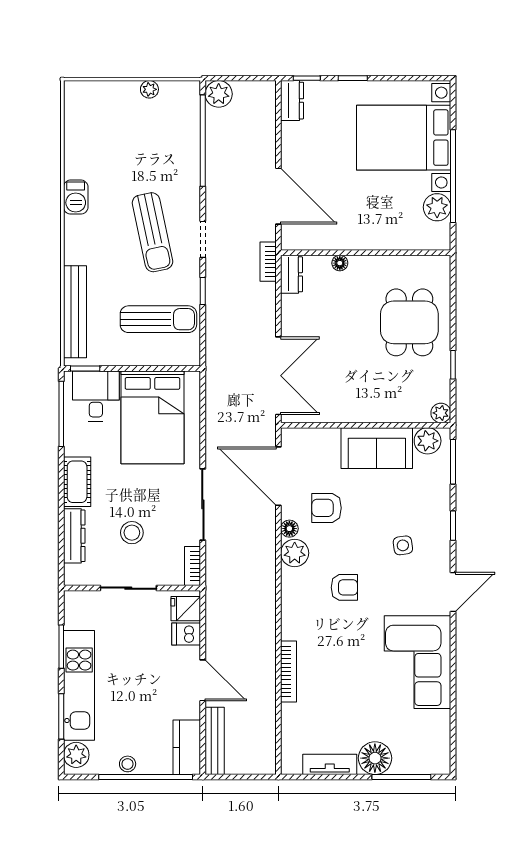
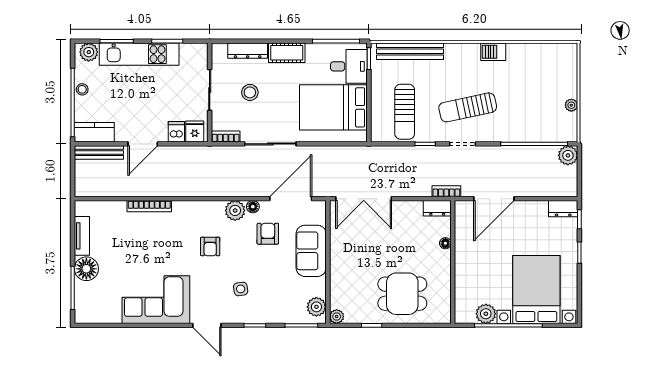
sofa: (377, 448) -> (311, 251), moved

